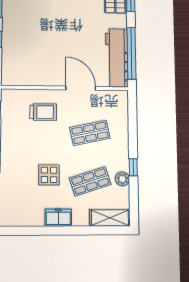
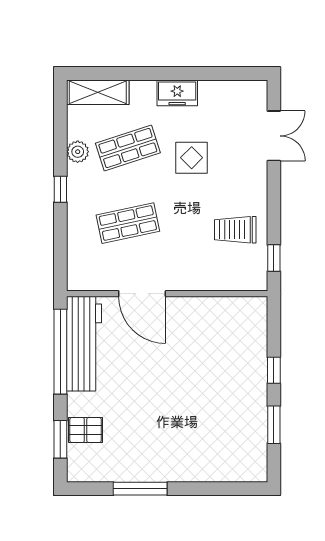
trolley: (43, 112) -> (235, 230), moved
window: (133, 167) -> (60, 189), moved

